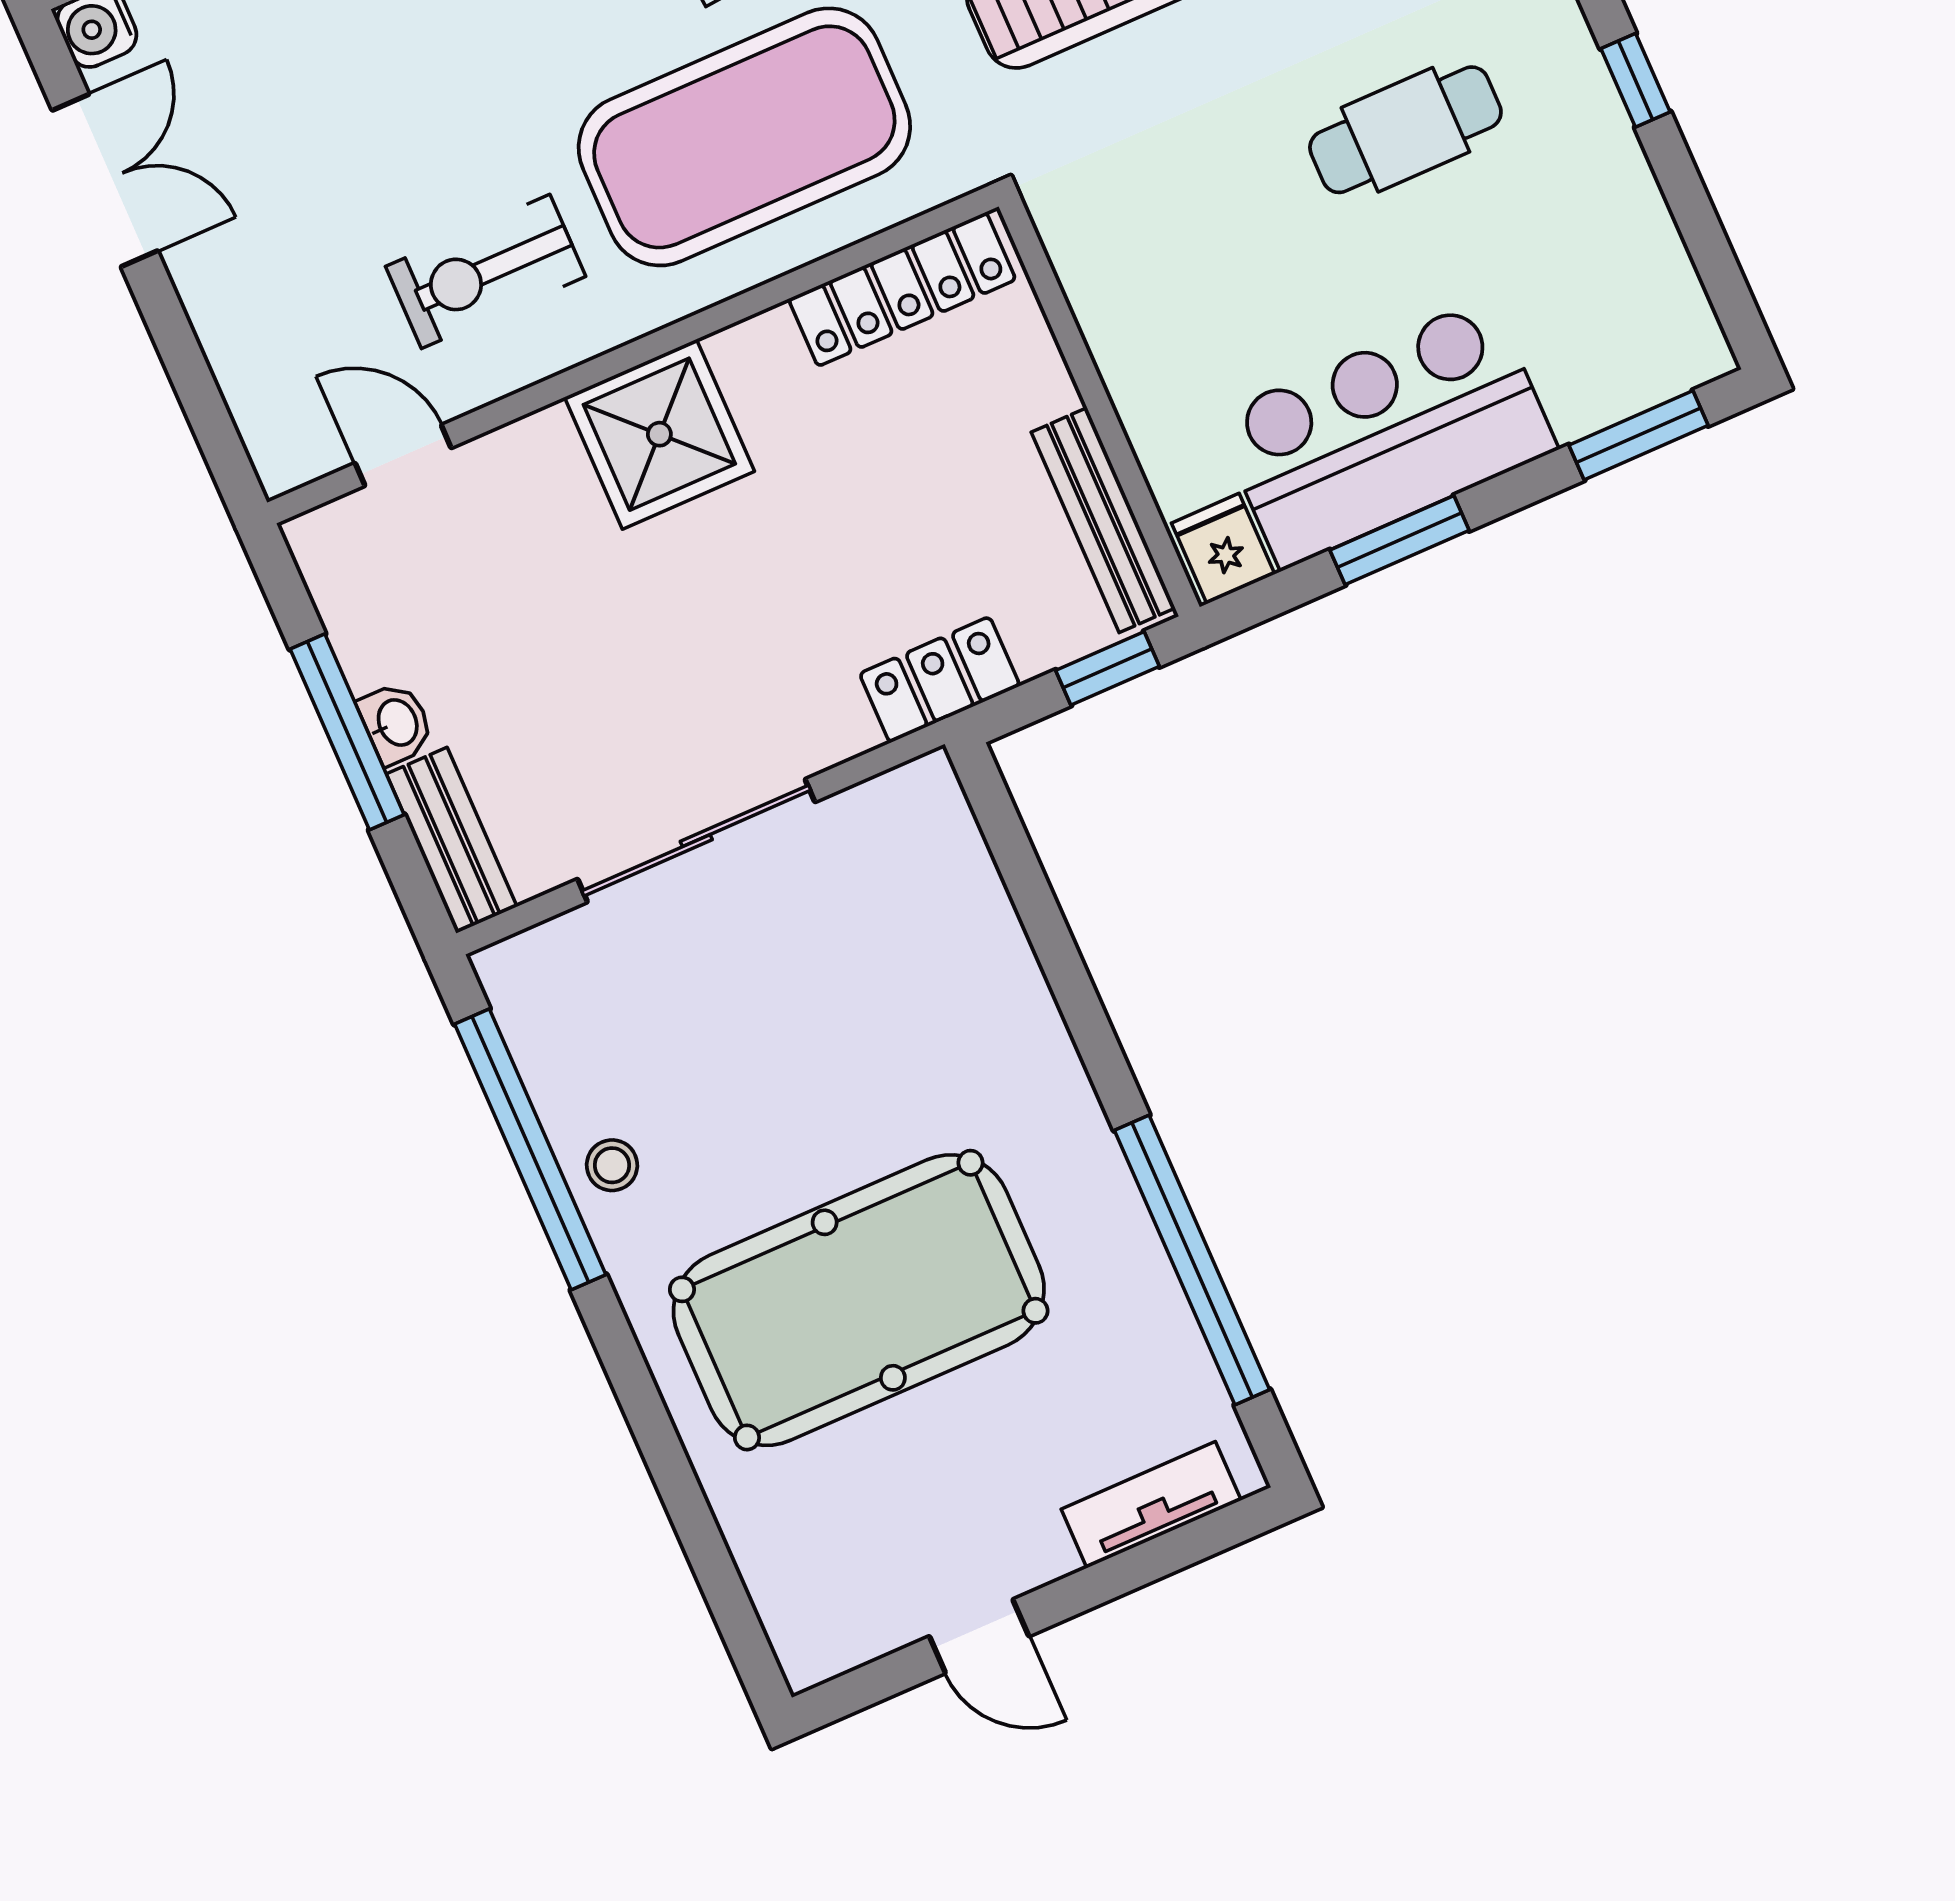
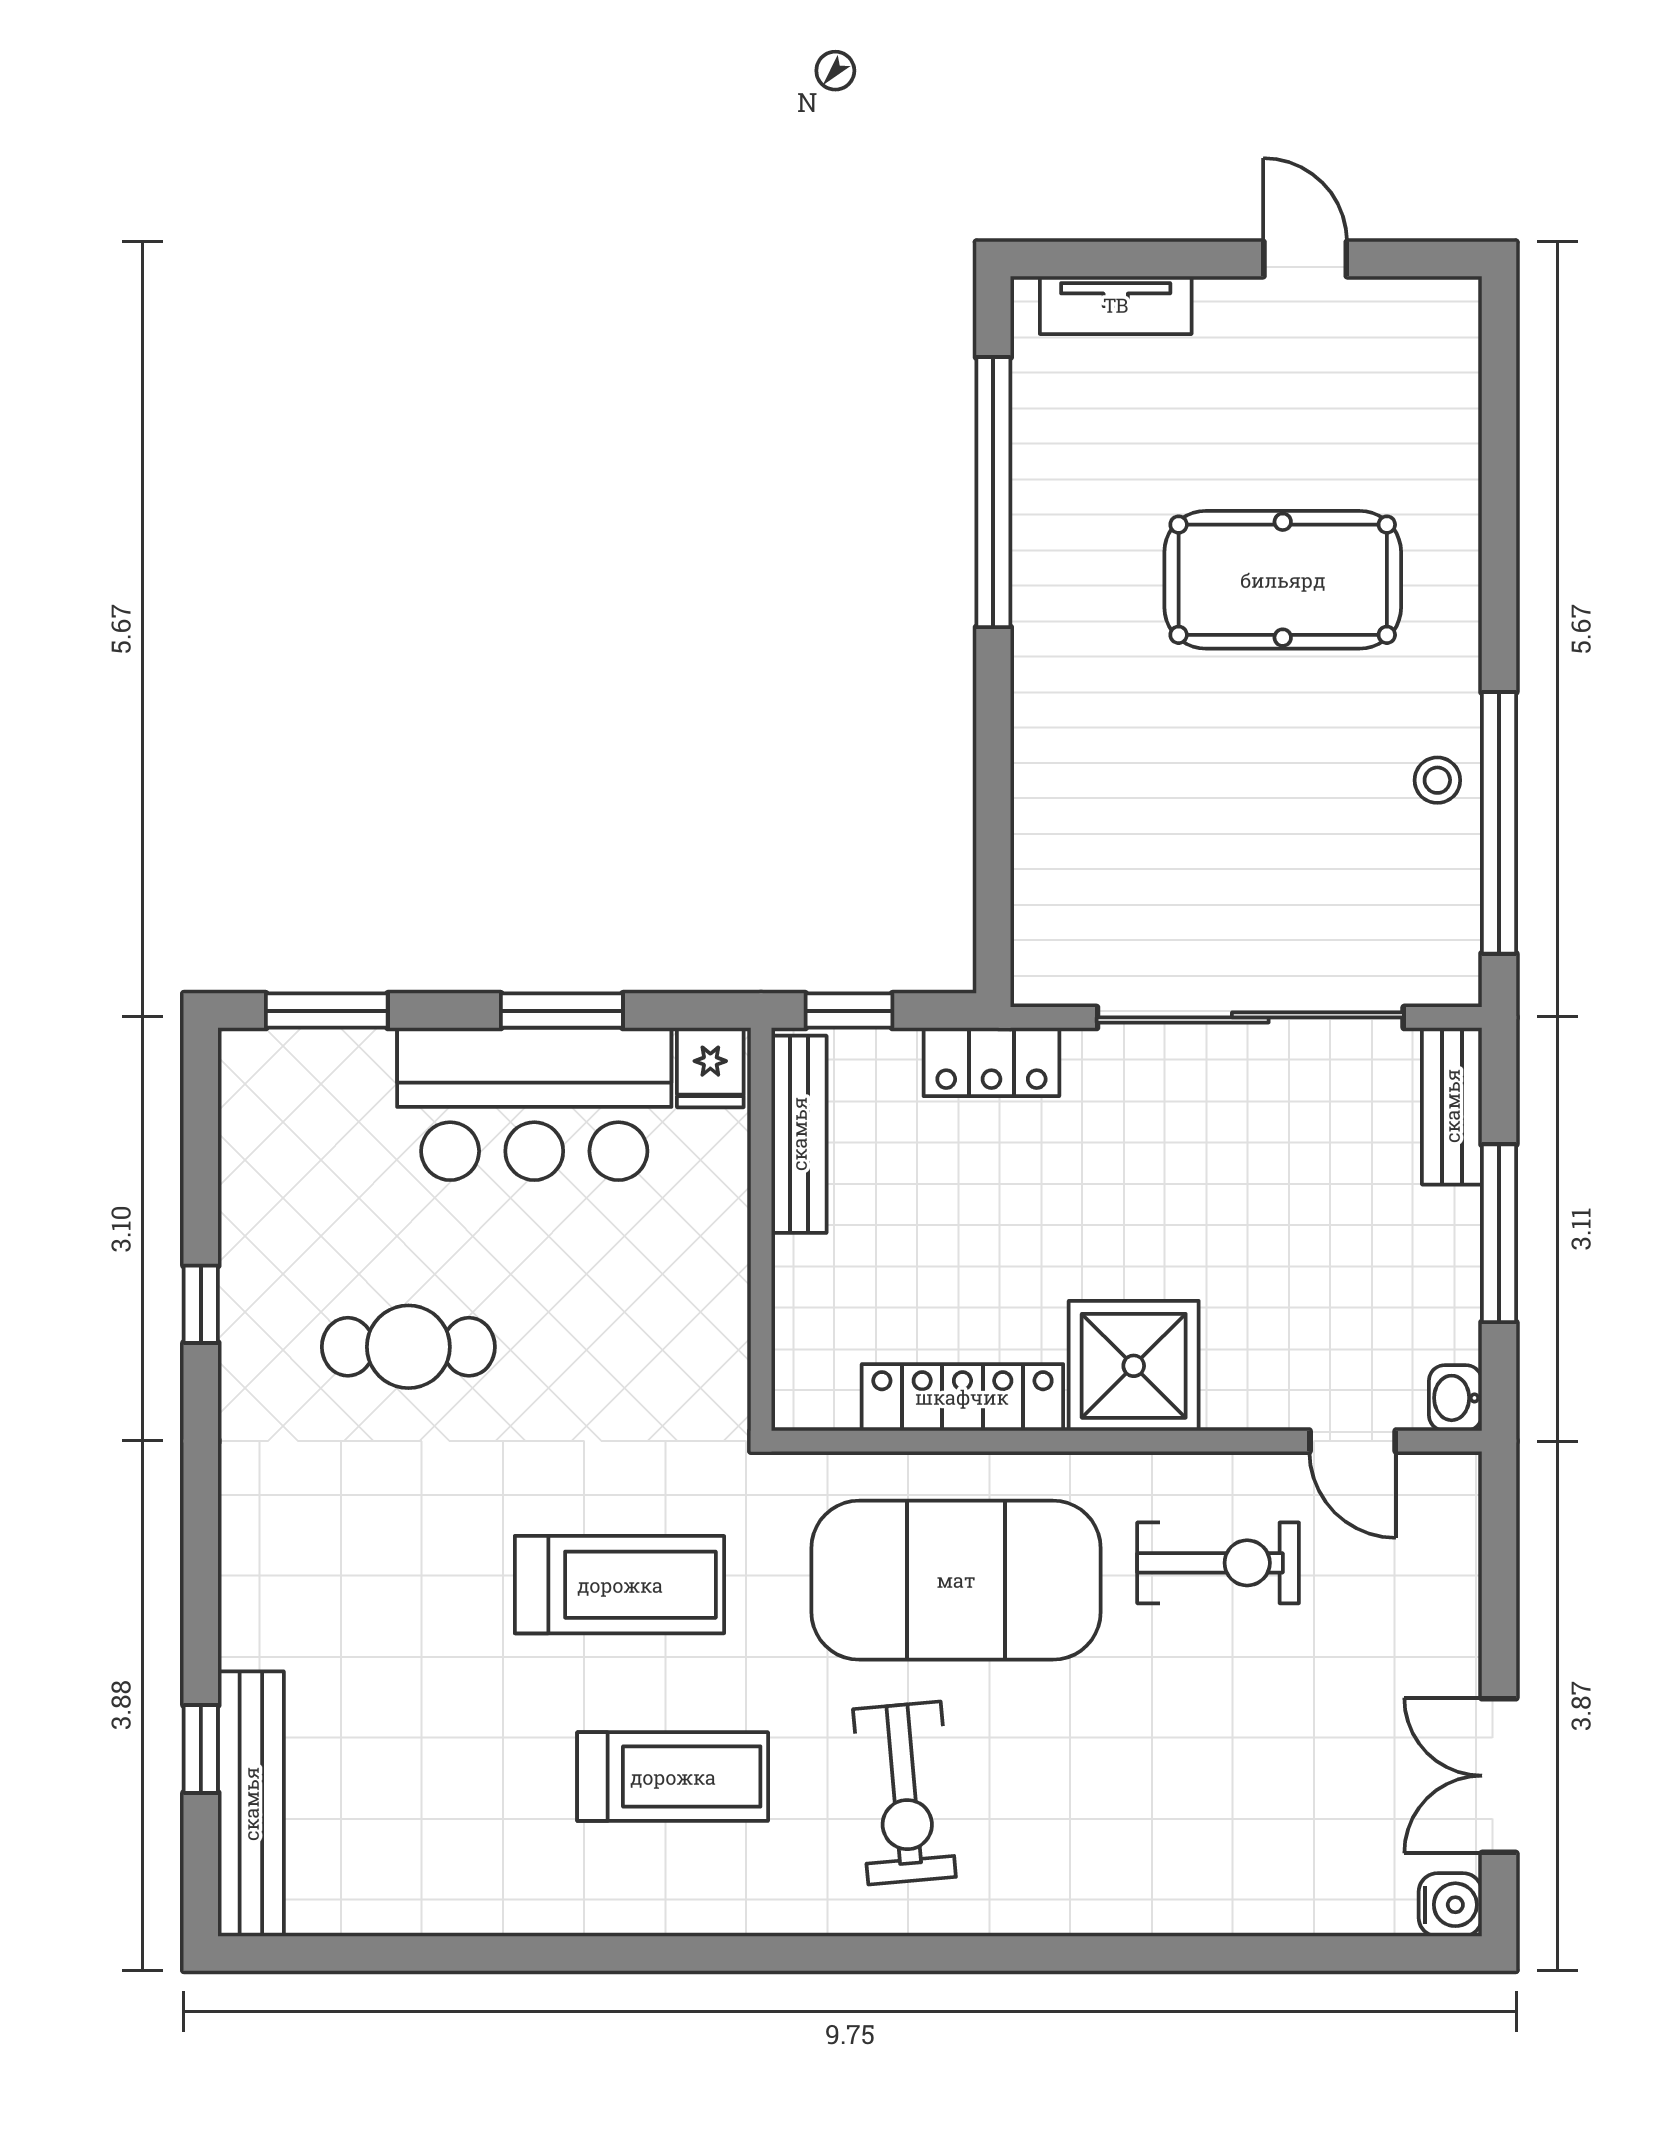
locker: (902, 289) -> (962, 1397), moved
washbasin: (396, 723) -> (1455, 1398), moved
sliding door: (696, 841) -> (1250, 1017), width x1.36
pool table: (859, 1300) -> (1283, 580), width x0.73, depth x0.76

